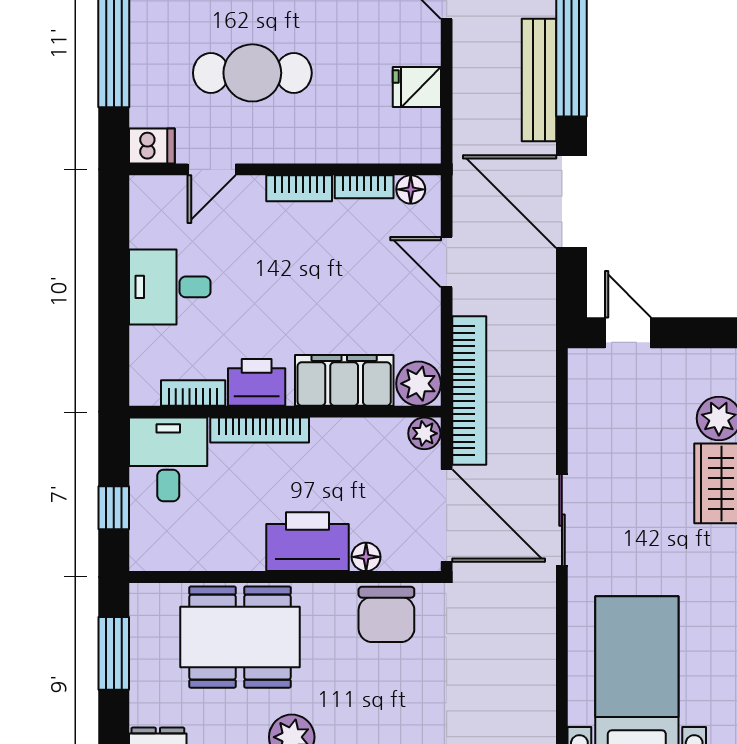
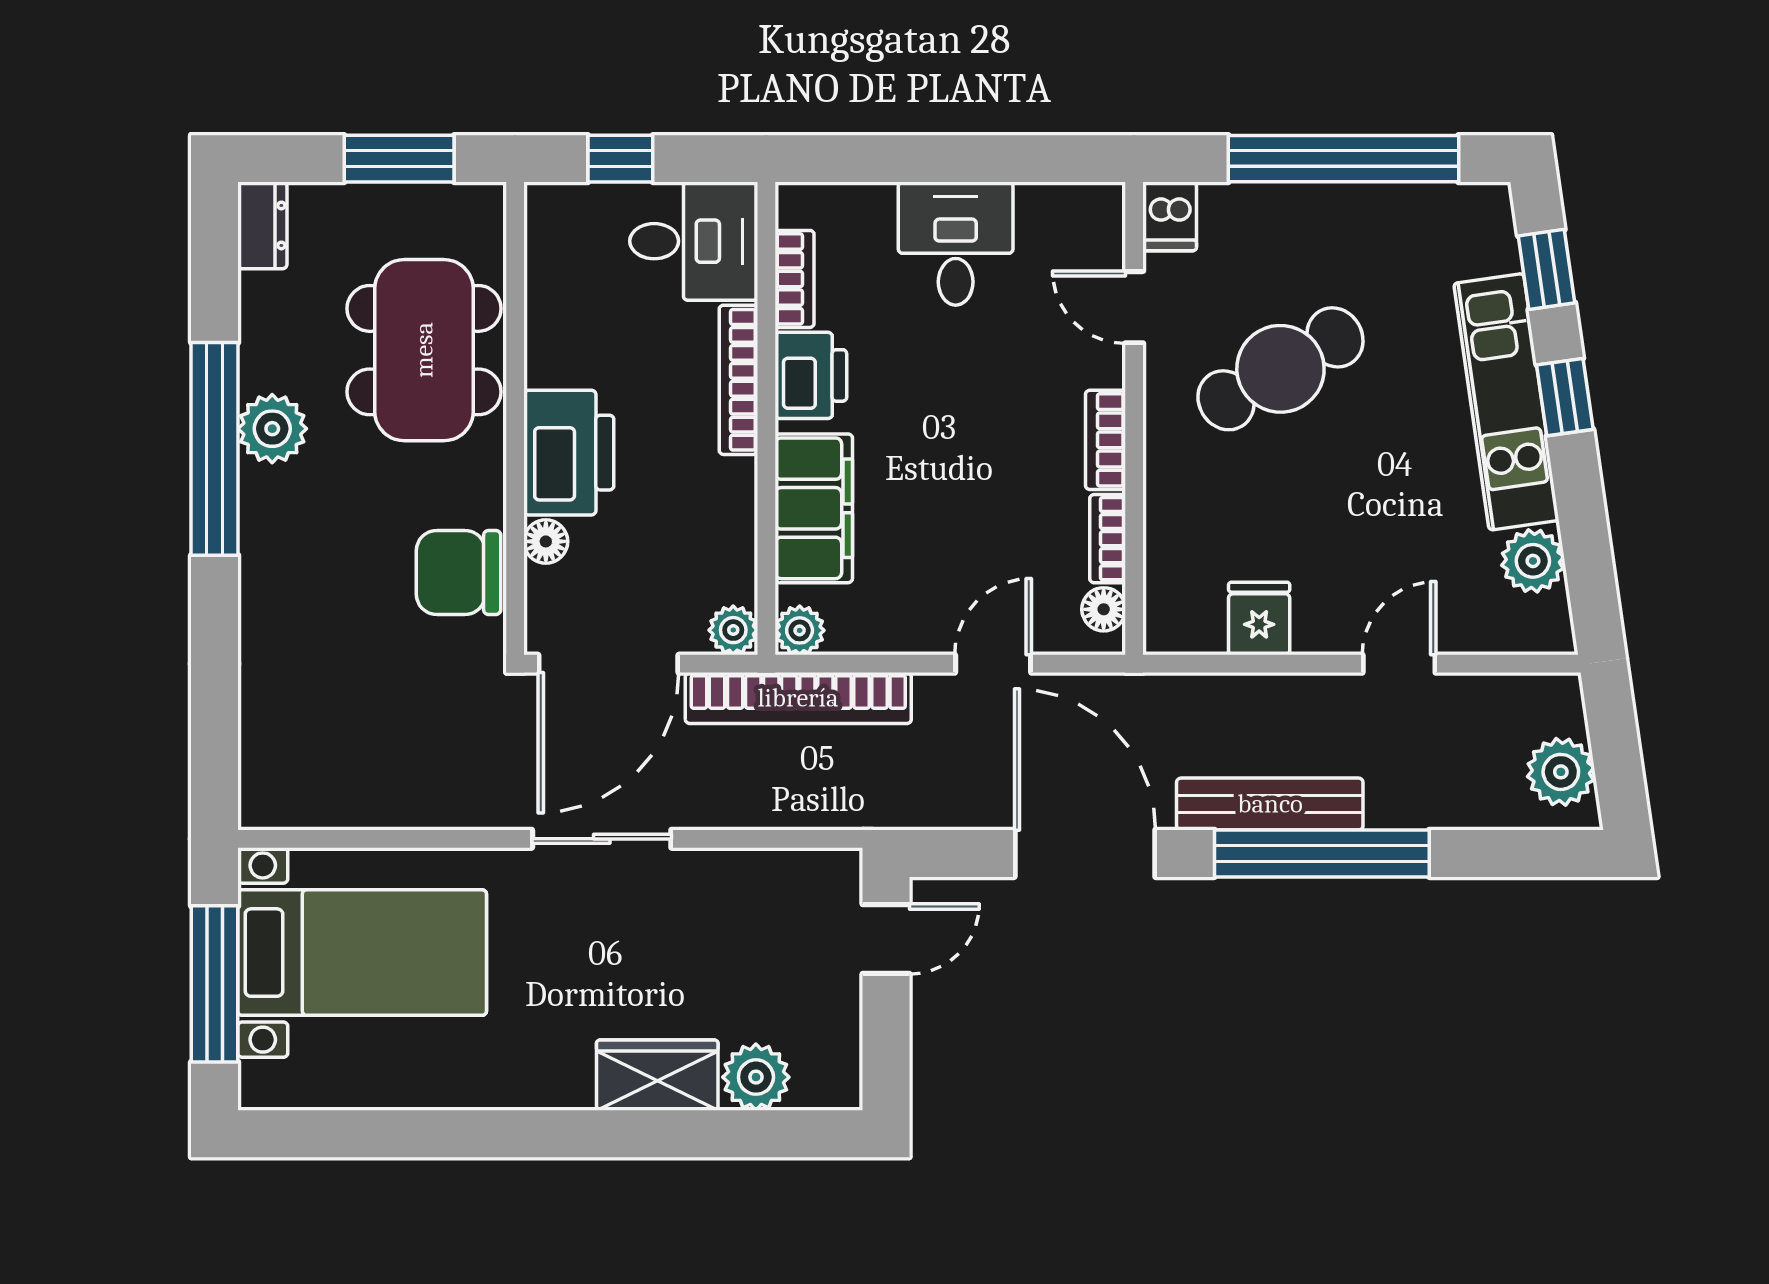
cafe table: (252, 73) -> (1280, 369), turned 60
door: (572, 202) -> (1085, 853), hinge flipped
plant: (419, 384) -> (800, 630), width x0.73, depth x0.73

